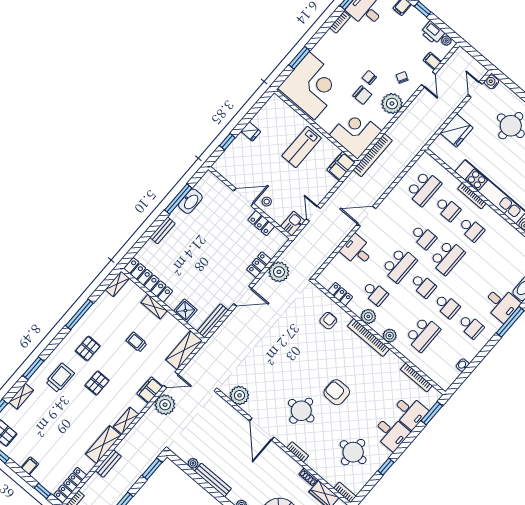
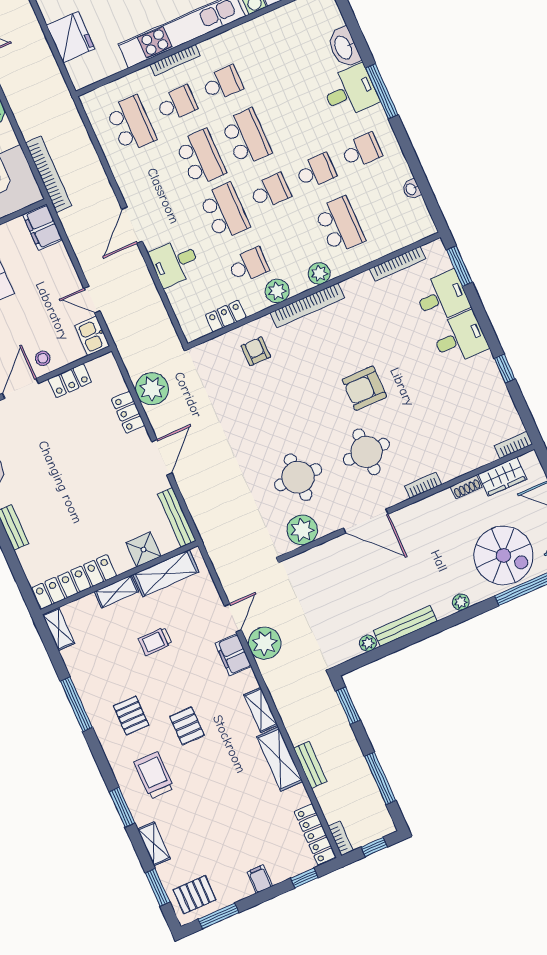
school desk: (423, 237) -> (201, 158), width x1.85
shelving: (184, 350) -> (166, 573), moved, turned 90
round table: (353, 452) -> (298, 477), moved

